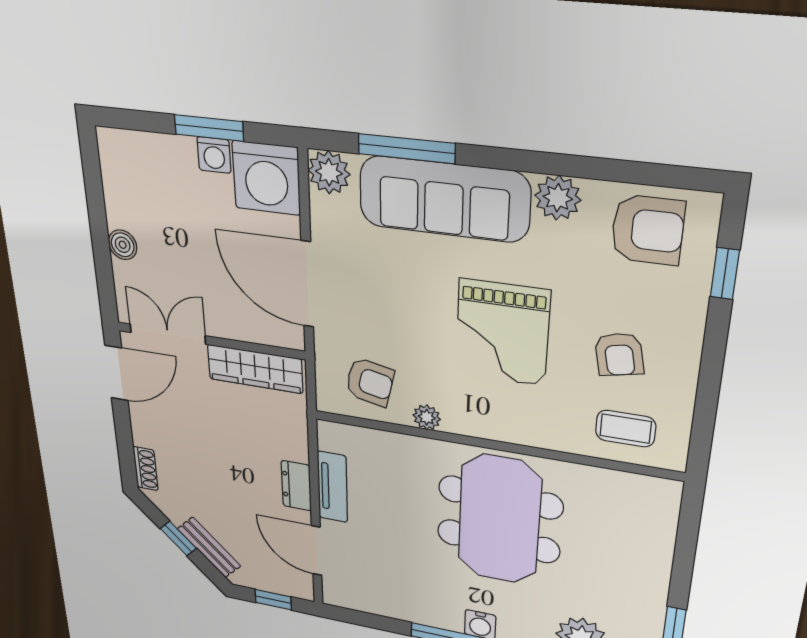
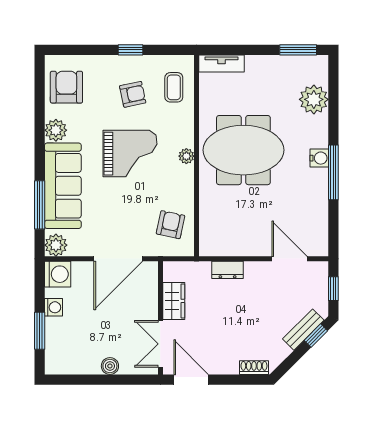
window: (209, 128) -> (40, 331), moved
washing machine: (266, 178) -> (58, 274), width x0.73, depth x0.73
window: (725, 274) -> (131, 50), moved
wardrobe: (255, 369) -> (174, 301), width x0.67
plant: (427, 417) -> (186, 156), moved
dresser: (296, 486) -> (228, 270), moved
tv unit: (332, 487) -> (222, 63), moved, turned 180
window: (178, 538) -> (316, 336), moved
door: (317, 551) -> (289, 259), swing flipped

